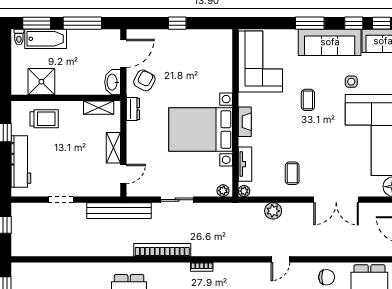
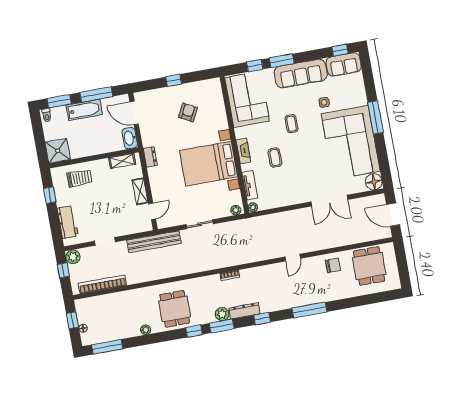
window: (354, 23) -> (255, 66), moved
bathtub: (46, 39) -> (84, 110), moved
door: (123, 53) -> (134, 113), swing flipped
armchair: (144, 80) -> (188, 112), moved
shower: (41, 82) -> (58, 151), moved
workbench: (21, 162) -> (68, 222), width x0.73
coffee table: (292, 173) -> (275, 158), moved
plant: (273, 211) -> (73, 257), moved
bookcase: (162, 250) -> (102, 284), moved

